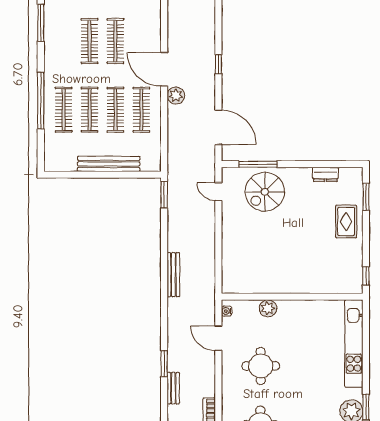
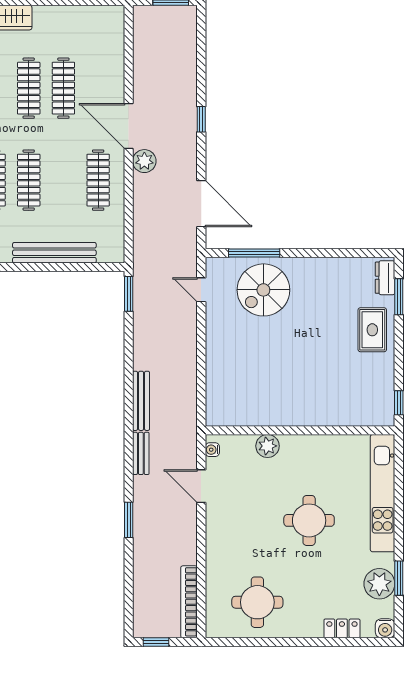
clothes rail: (115, 110) -> (63, 180), removed
dresser: (325, 174) -> (385, 278), moved, turned 90
round table: (261, 366) -> (309, 520), moved
bench: (173, 388) -> (141, 453), moved

